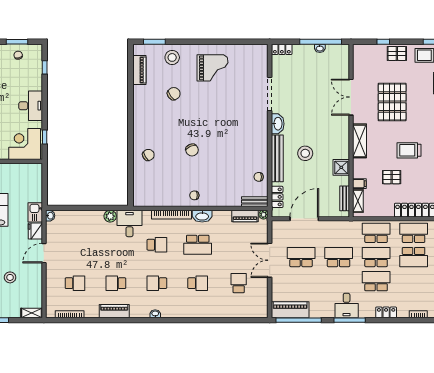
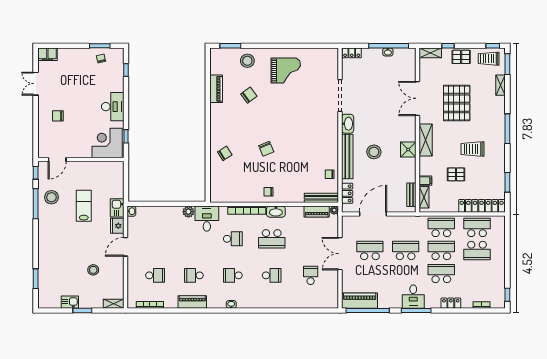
shelving: (364, 49) -> (430, 53), added
piano: (139, 70) -> (216, 89), moved
shower: (341, 167) -> (408, 149), moved
bench: (255, 202) -> (321, 198), width x1.36

